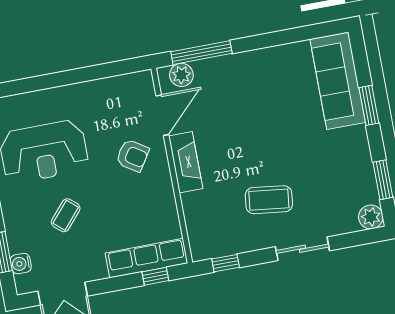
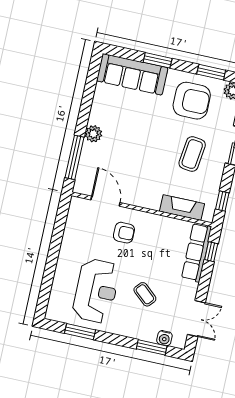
plant: (181, 75) -> (93, 134), moved
armchair: (133, 156) -> (124, 233), turned 57
fireplace: (186, 162) -> (182, 208), moved
armchair: (336, 170) -> (192, 101), added

